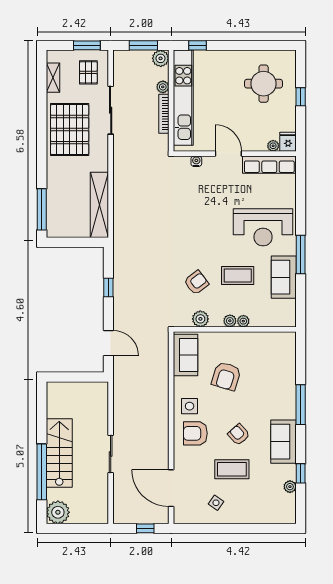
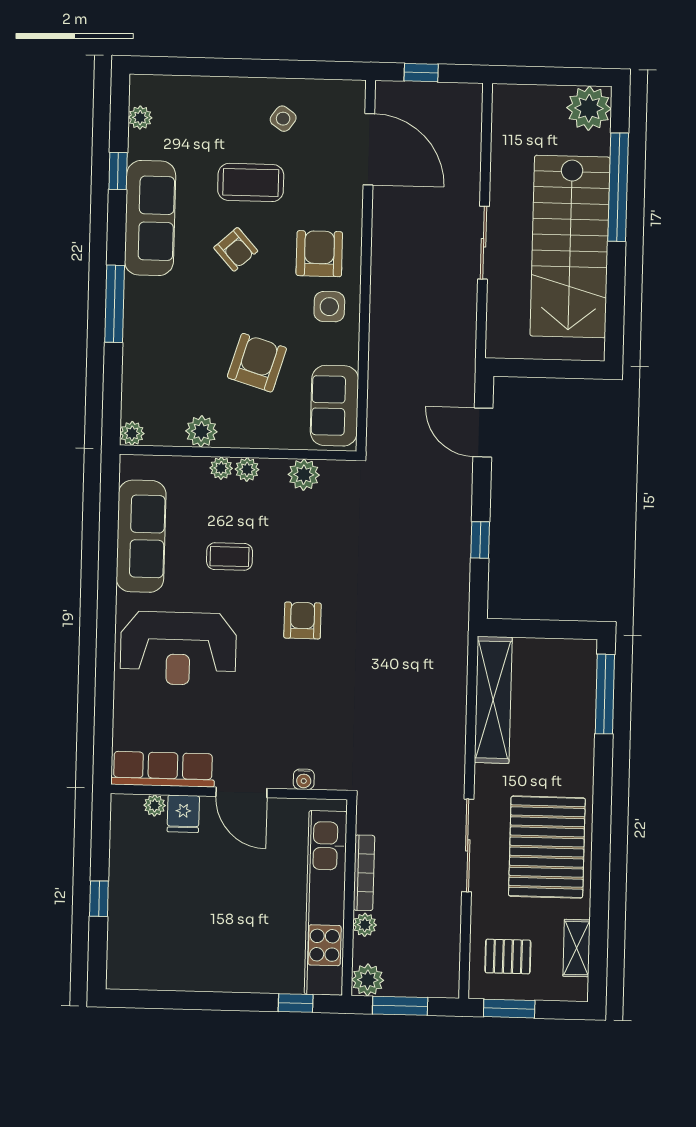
pallet: (88, 72) -> (508, 956), turned 90
round table: (264, 84) -> (170, 926), removed
sliding door: (111, 110) -> (468, 845), moved
fridge: (288, 142) -> (183, 814), moved
reception desk: (263, 227) -> (178, 648), turned 180
window: (301, 254) -> (107, 594), removed
coffee table: (238, 276) -> (230, 557), width x0.73, depth x0.77
sofa: (284, 277) -> (141, 536), width x1.36
armchair: (196, 283) -> (302, 620), moved, turned 127
plant: (290, 338) -> (132, 433), added
plant: (254, 340) -> (201, 431), added
armchair: (195, 433) -> (319, 254), turned -90
sofa: (283, 442) -> (150, 218), width x1.36
stairs: (59, 453) -> (570, 247), width x1.36, depth x1.51
sliding door: (111, 454) -> (483, 243), moved
plant: (290, 487) -> (140, 118), moved

